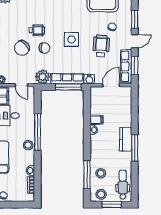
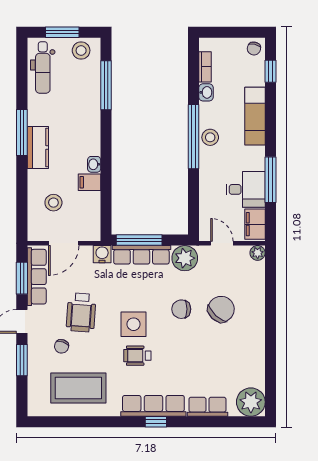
wheelchair: (37, 30) -> (137, 356), moved
window: (38, 132) -> (194, 137), moved
stool: (101, 173) -> (53, 203), moved

